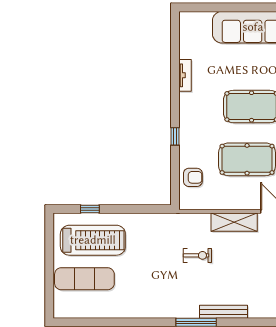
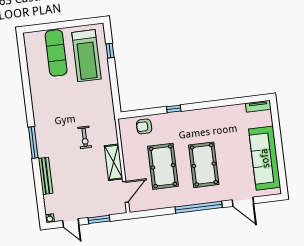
tv unit: (185, 75) -> (258, 106), moved
armchair: (193, 177) -> (144, 126), turned 90
bench: (223, 312) -> (46, 176), moved

